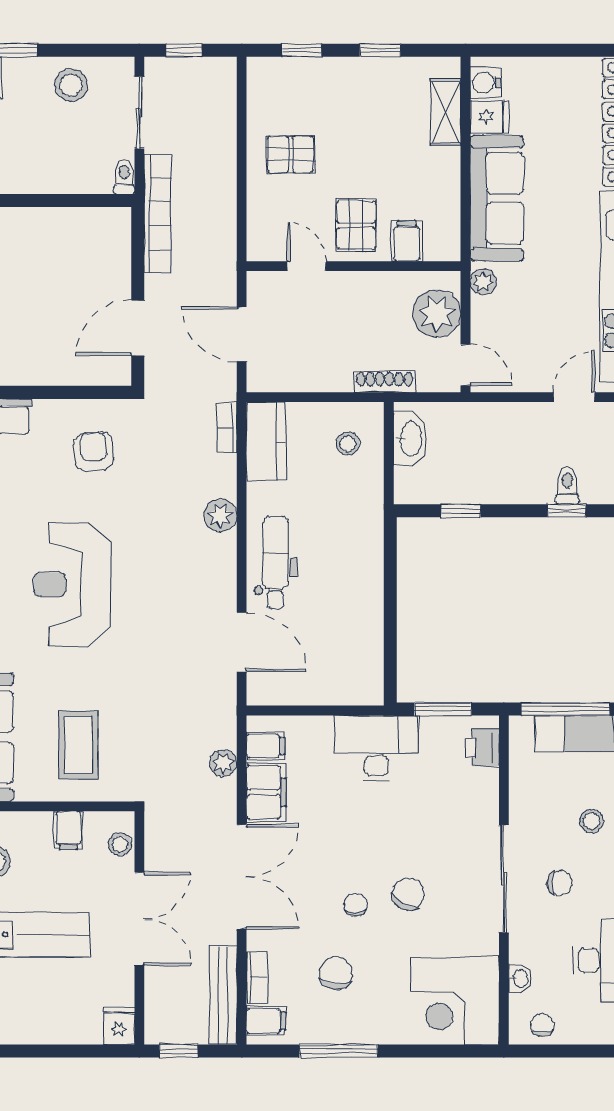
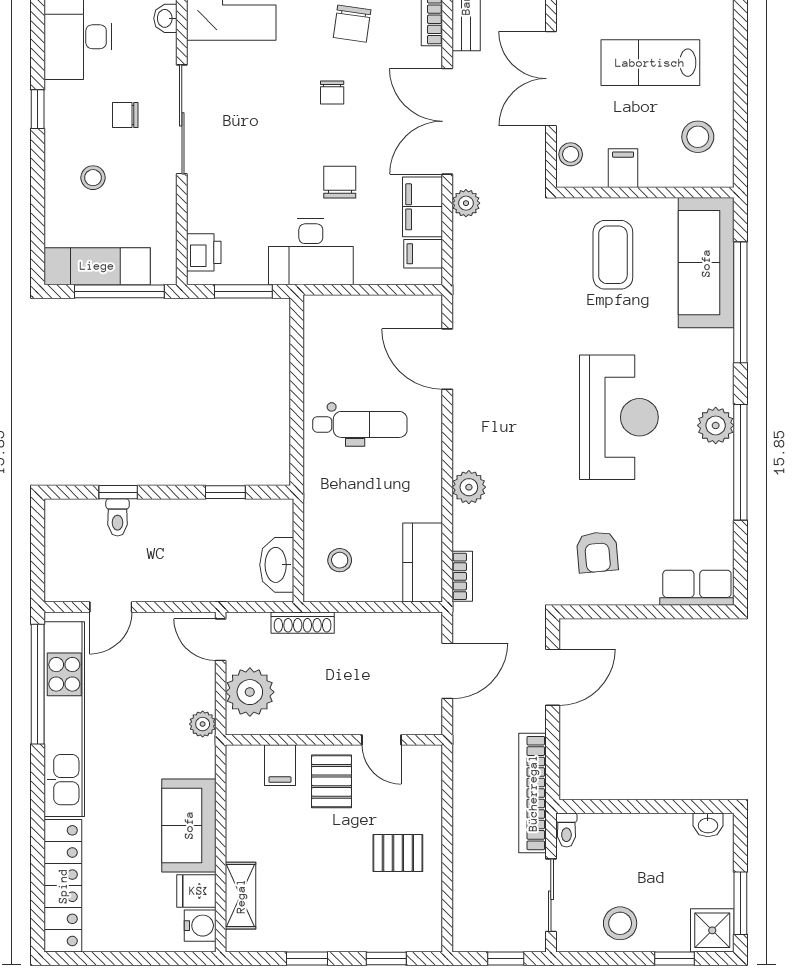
sofa: (497, 198) -> (189, 825), width x0.73
door: (242, 334) -> (447, 671), hinge flipped
dental chair: (276, 563) -> (360, 424), moved, turned -90
plant: (223, 763) -> (466, 203), moved
chair: (408, 894) -> (340, 182), moved, turned 153

